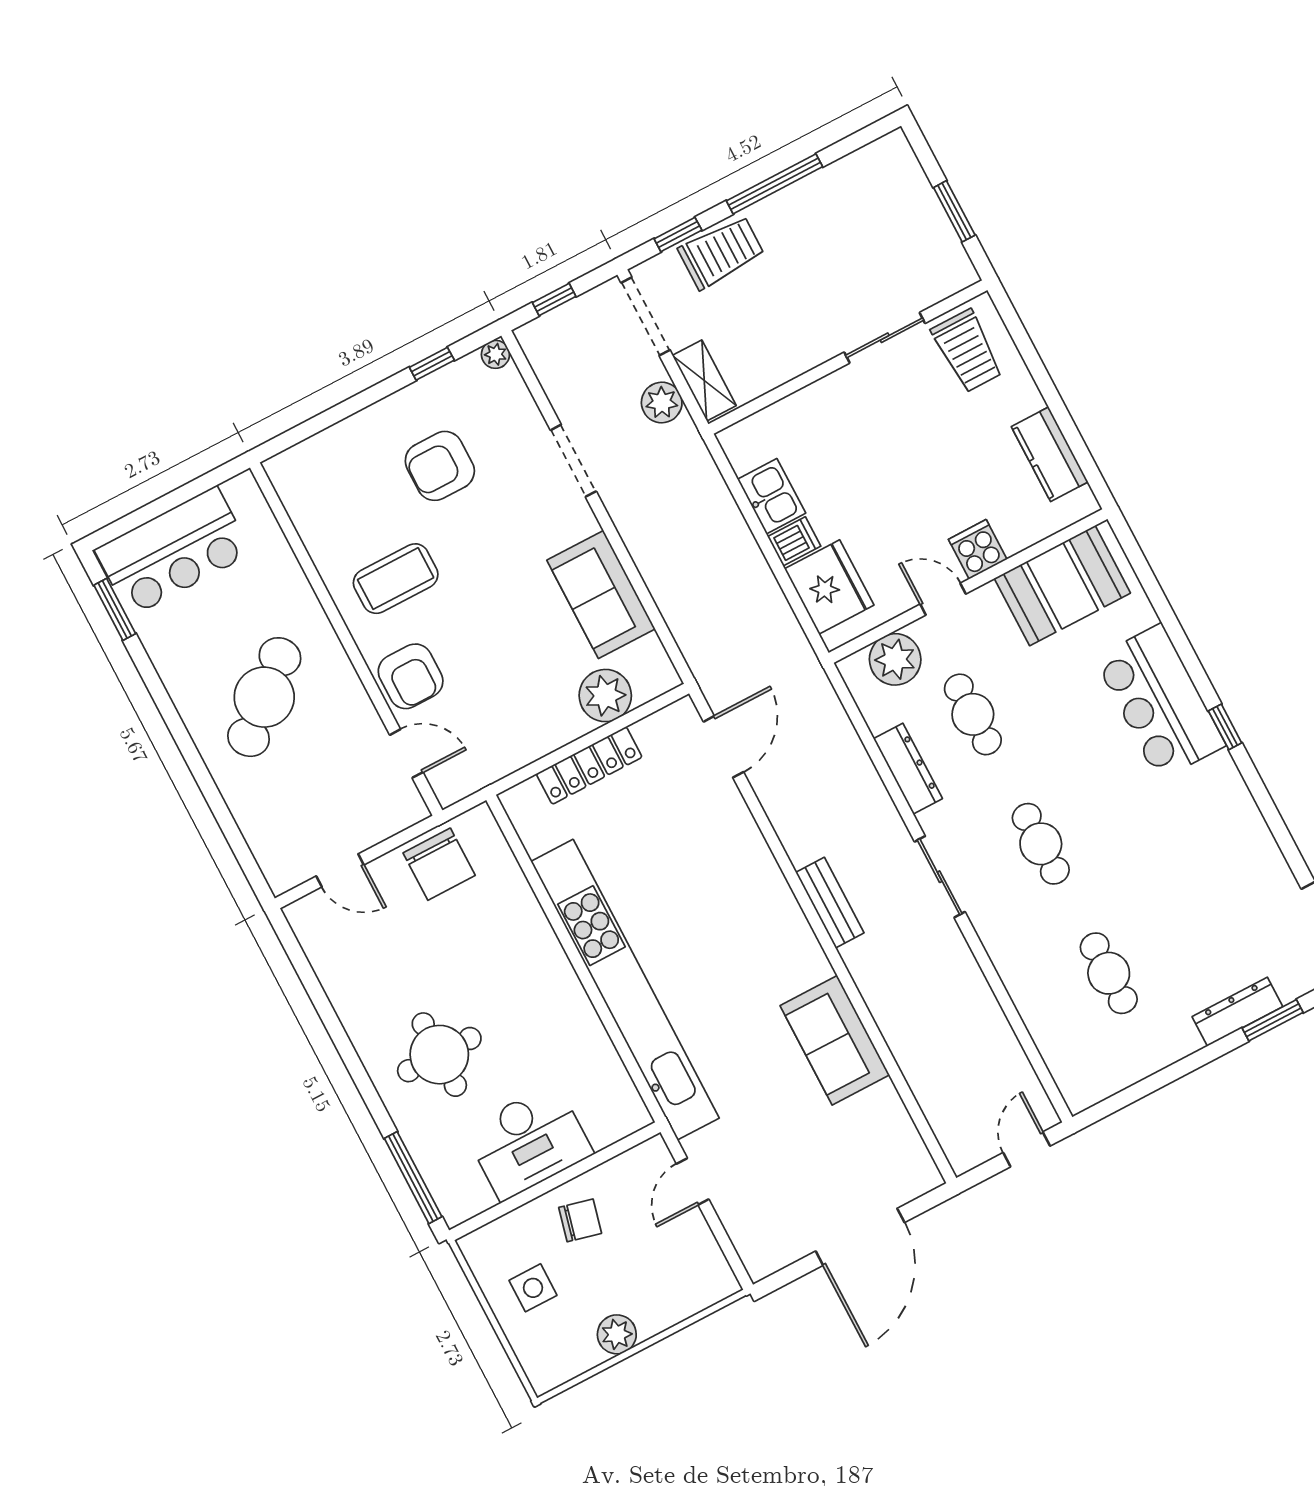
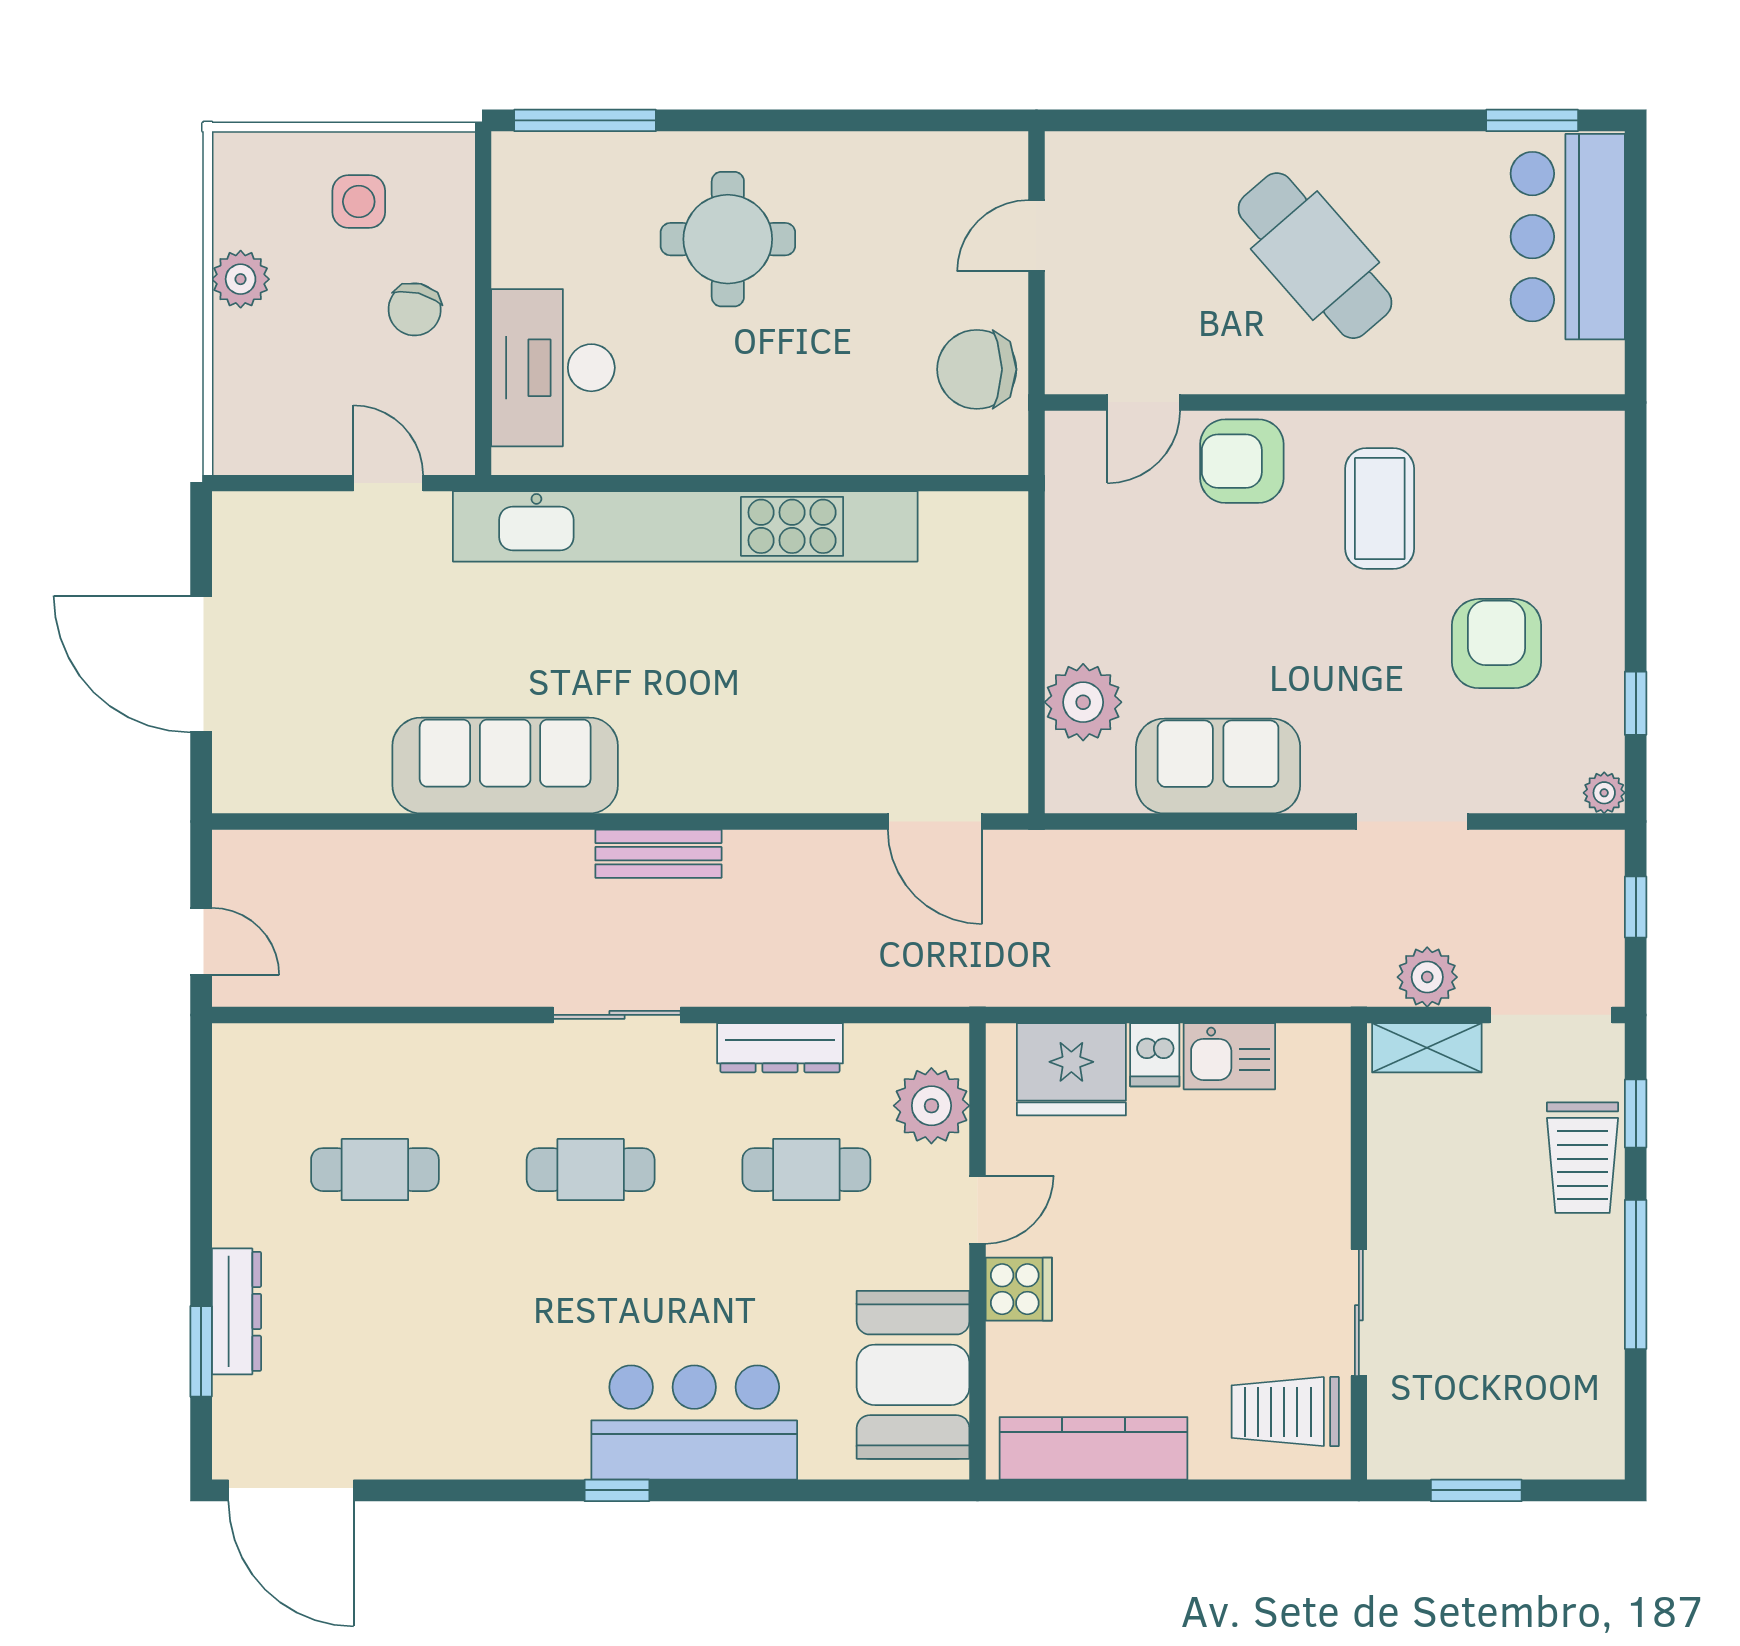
kitchen counter: (1050, 454) -> (1093, 1448), width x1.50
locker: (589, 765) -> (1003, 633), removed
sofa: (835, 1040) -> (505, 766), width x1.36
desk: (528, 1142) -> (553, 368), moved

